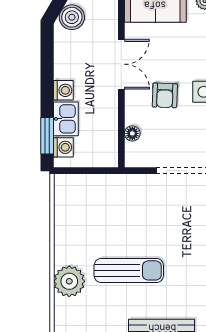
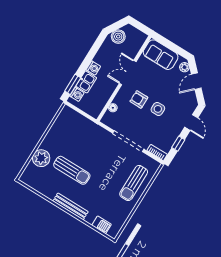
double door: (121, 64) -> (128, 73), swing flipped
armchair: (165, 95) -> (139, 99), turned 88

